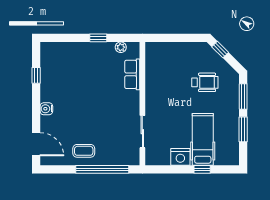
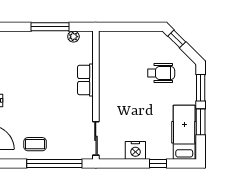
window: (98, 38) -> (50, 27), width x2.17
row of seats: (132, 74) -> (85, 80), moved
sliding door: (142, 132) -> (96, 138), moved
hospital bed: (203, 139) -> (184, 132), moved

